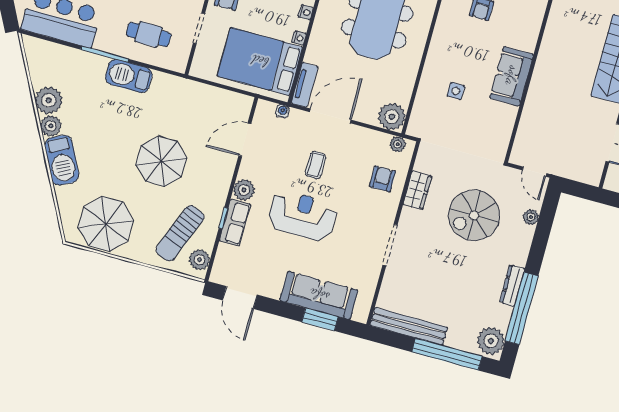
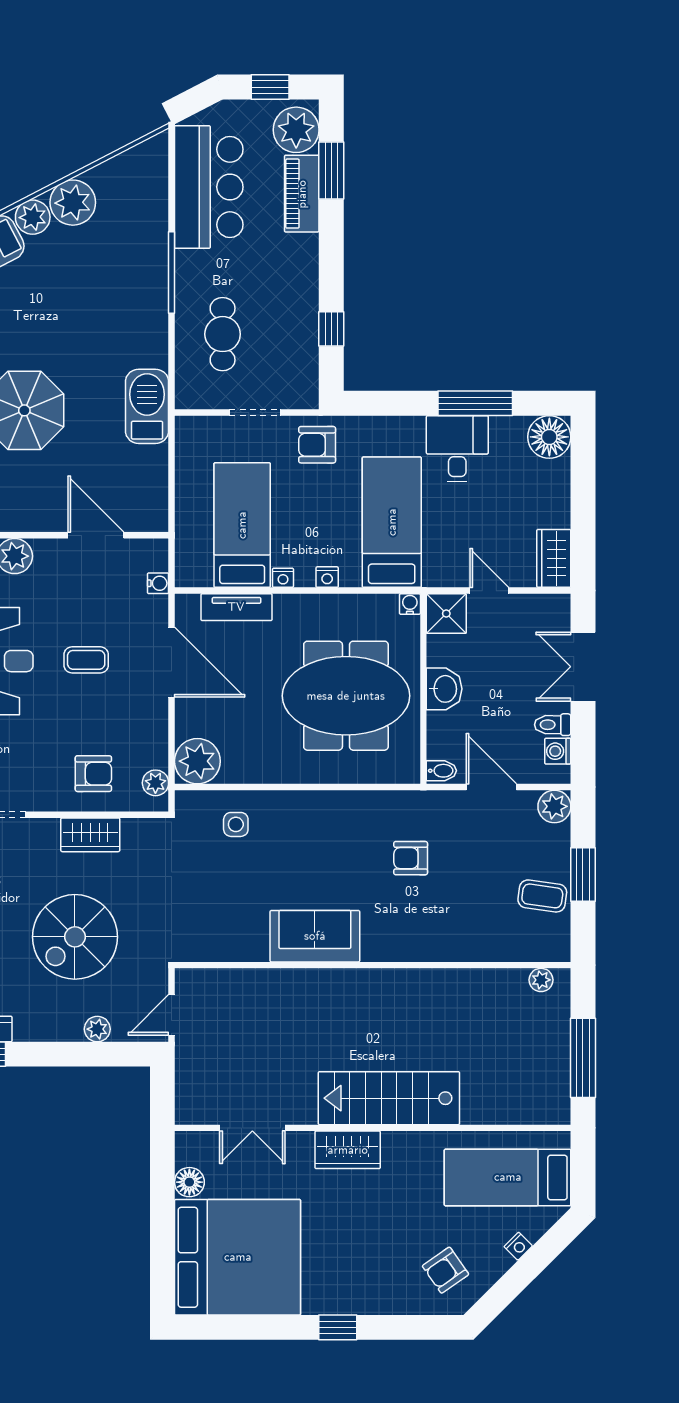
bed: (260, 61) -> (242, 525), width x0.67
barbecue: (129, 76) -> (147, 406), moved
tv unit: (305, 85) -> (236, 607), moved
side table: (456, 91) -> (236, 824), moved
spiral stairs: (474, 215) -> (75, 937), turned -90

